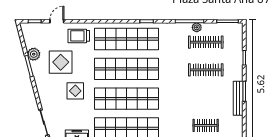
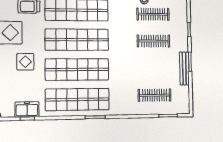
clothes rail: (206, 125) -> (155, 95), width x1.36

